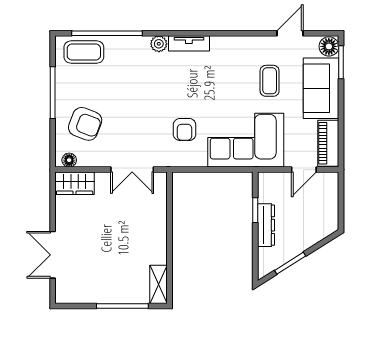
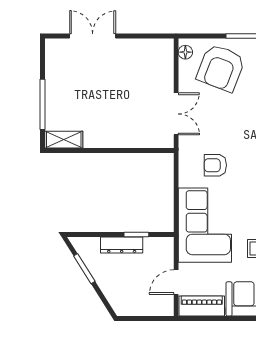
armchair: (85, 124) -> (221, 68), width x1.36, depth x1.36
double door: (132, 170) -> (176, 114), swing flipped
door: (304, 170) -> (176, 282), hinge flipped
wardrobe: (75, 183) -> (163, 57), removed

